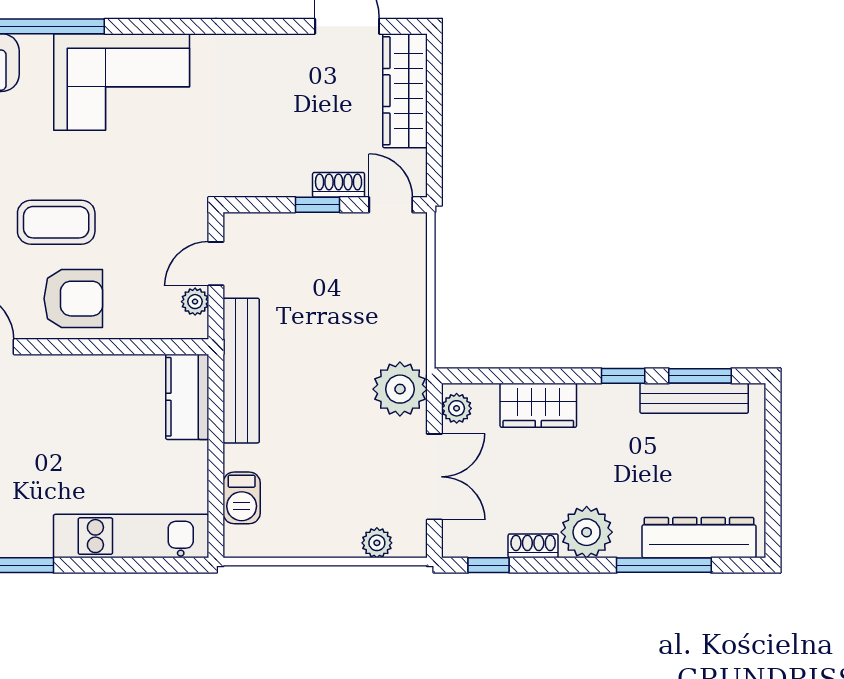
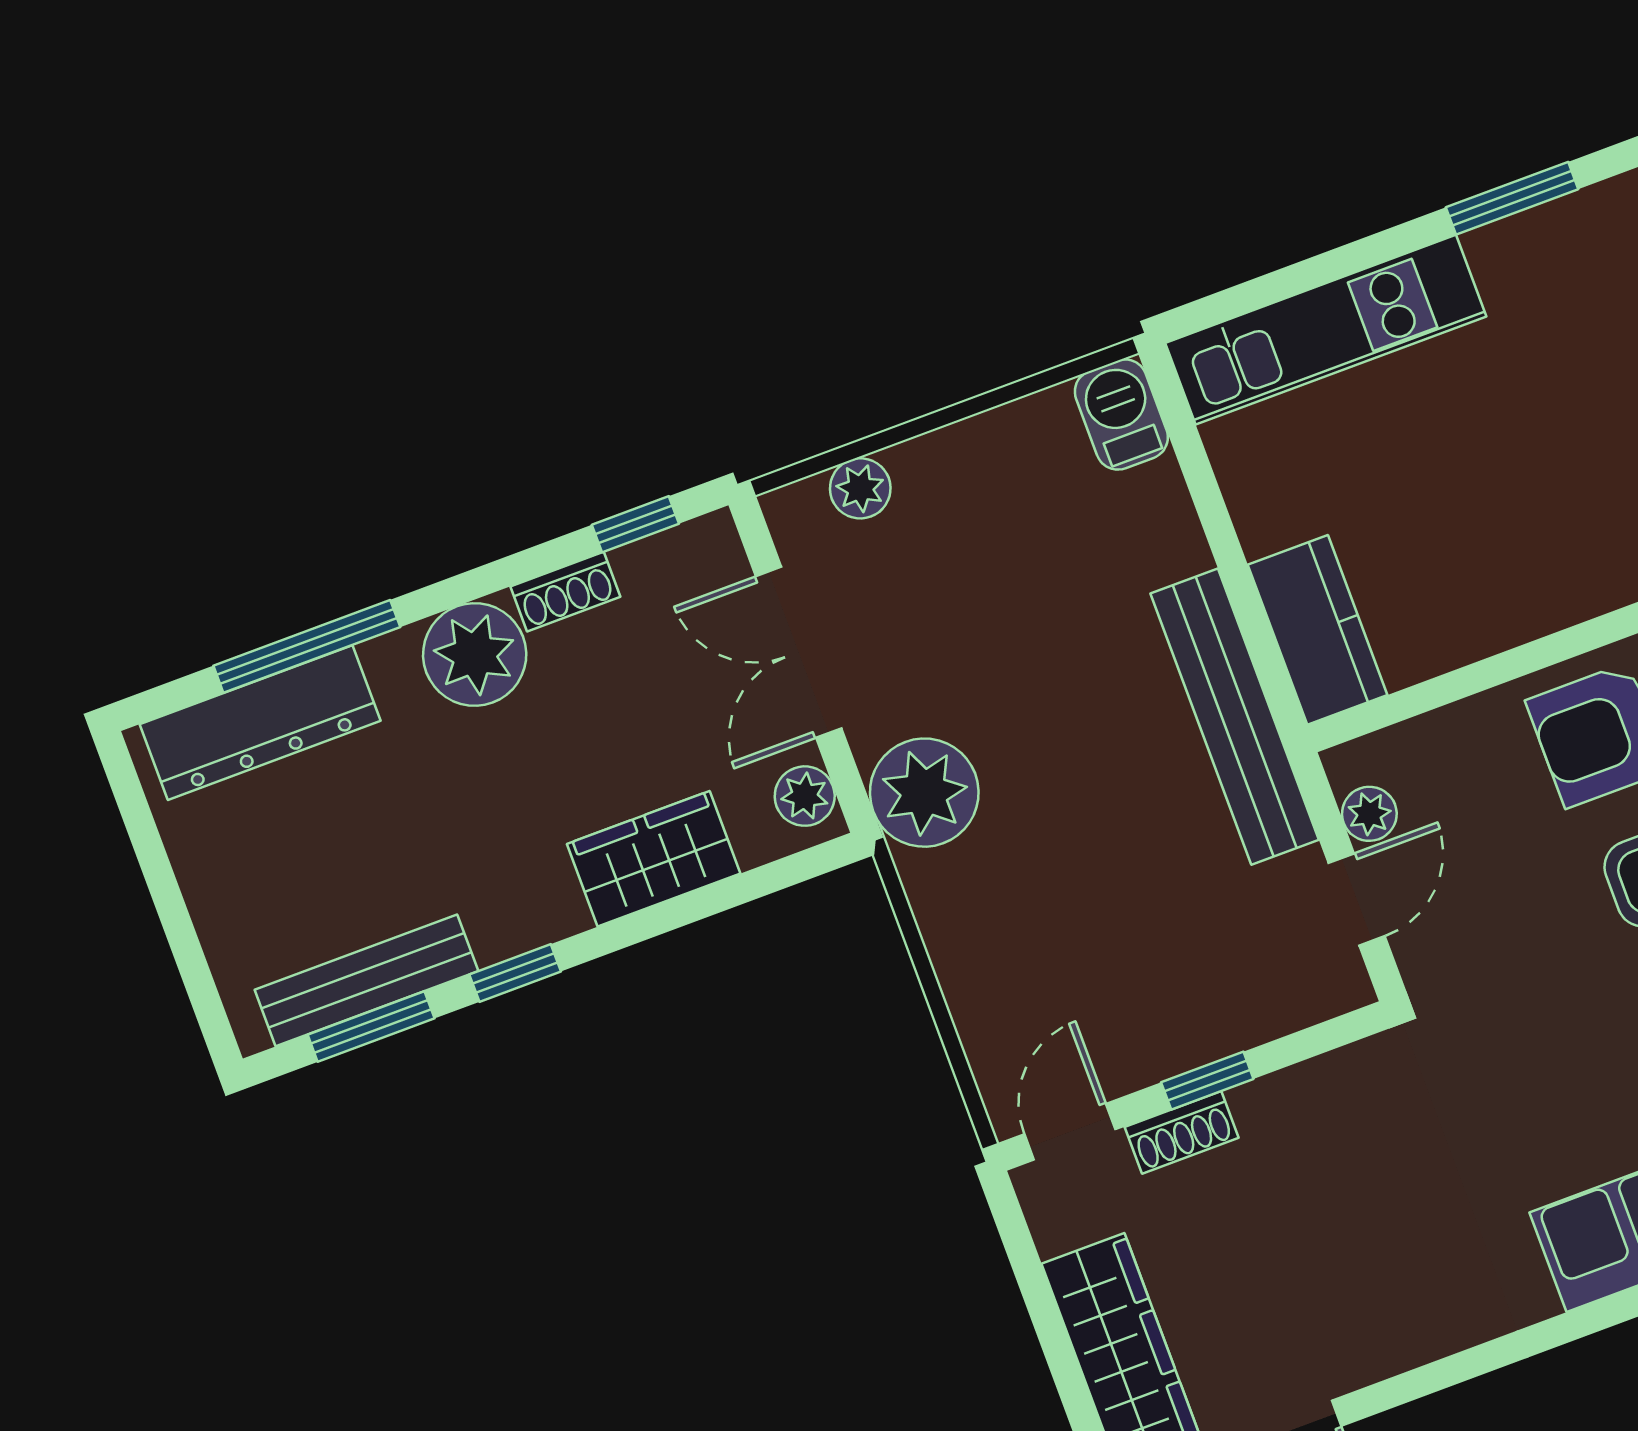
door: (391, 205) -> (1070, 1132), swing flipped
barbecue: (242, 498) -> (1121, 415), moved

